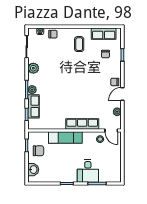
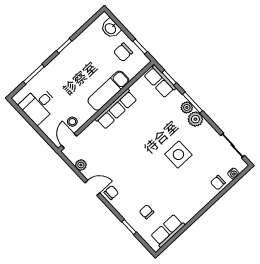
coffee table: (79, 44) -> (182, 197), removed
plant: (33, 68) -> (195, 119), moved
side table: (60, 69) -> (178, 155), added
door: (122, 94) -> (92, 188), hinge flipped
row of seats: (33, 106) -> (160, 82), moved
row of seats: (82, 124) -> (116, 109), moved
door: (111, 131) -> (69, 141), hinge flipped
desk: (88, 171) -> (38, 105), moved, turned -90

